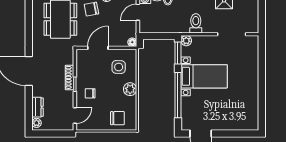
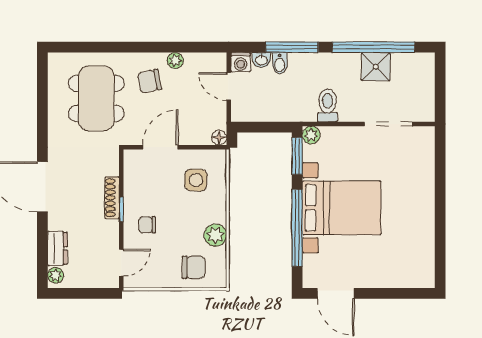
door: (138, 12) -> (229, 86), hinge flipped
bed with nightstands: (204, 76) -> (342, 208), width x1.36
plant: (130, 89) -> (215, 235), moved

